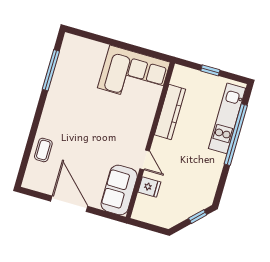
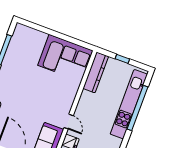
kitchen counter: (170, 112) -> (96, 72), moved
kitchen unit: (227, 118) -> (129, 104), width x1.36

